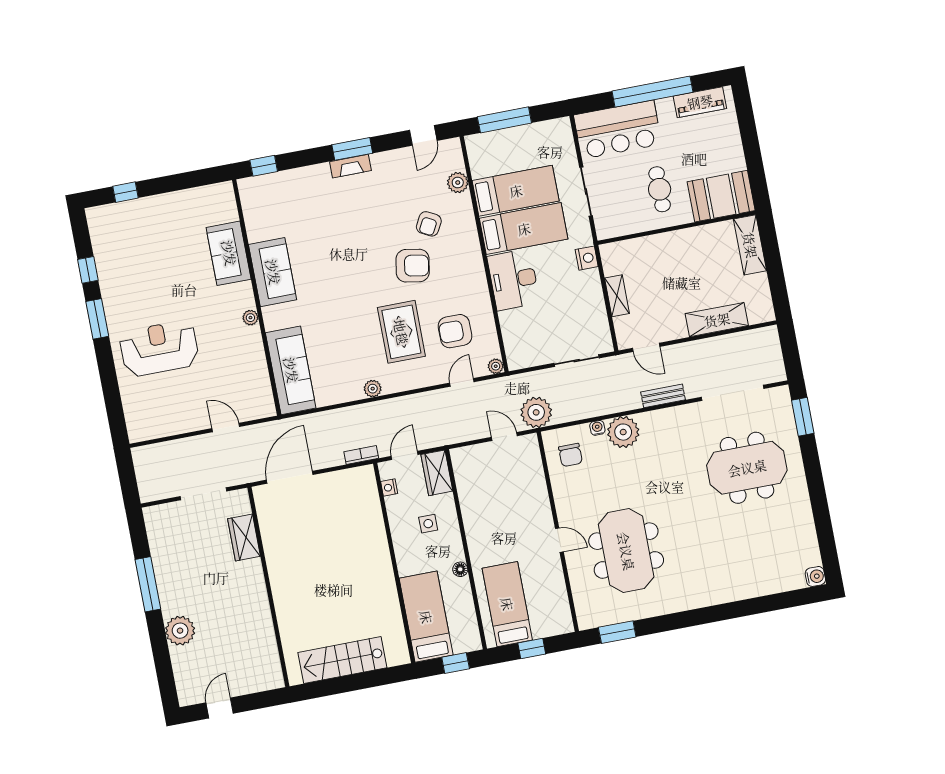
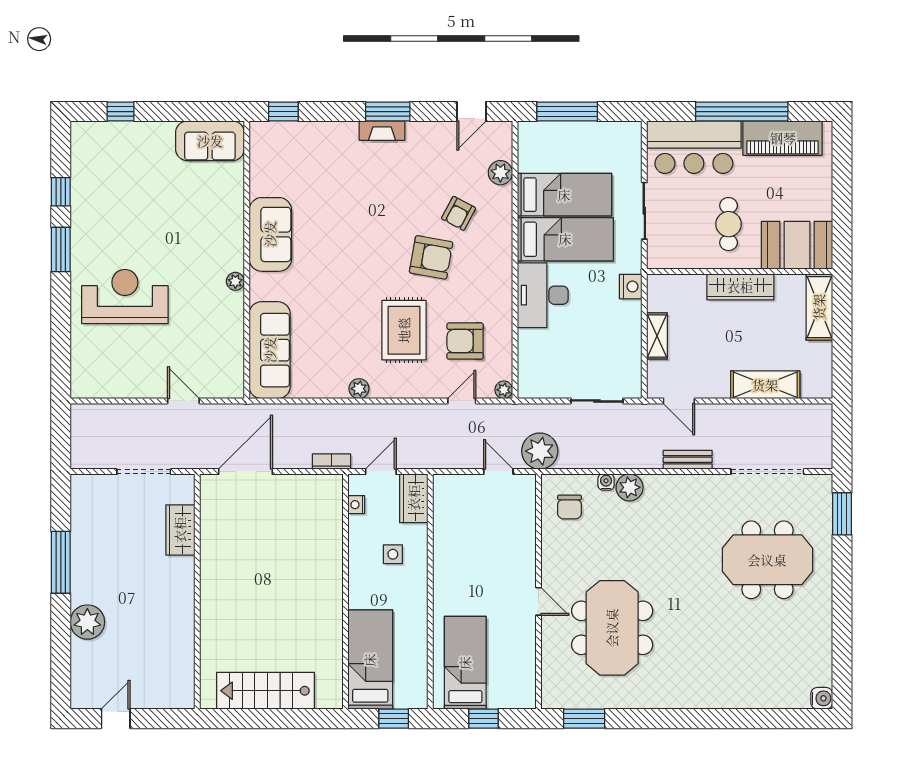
piano: (700, 102) -> (783, 138), width x1.37, depth x1.33
wardrobe: (680, 241) -> (740, 287), added
sofa: (229, 253) -> (210, 141), moved, turned -90
plant: (623, 432) -> (630, 487), width x0.73, depth x0.73
floor lamp: (460, 569) -> (419, 613), removed

